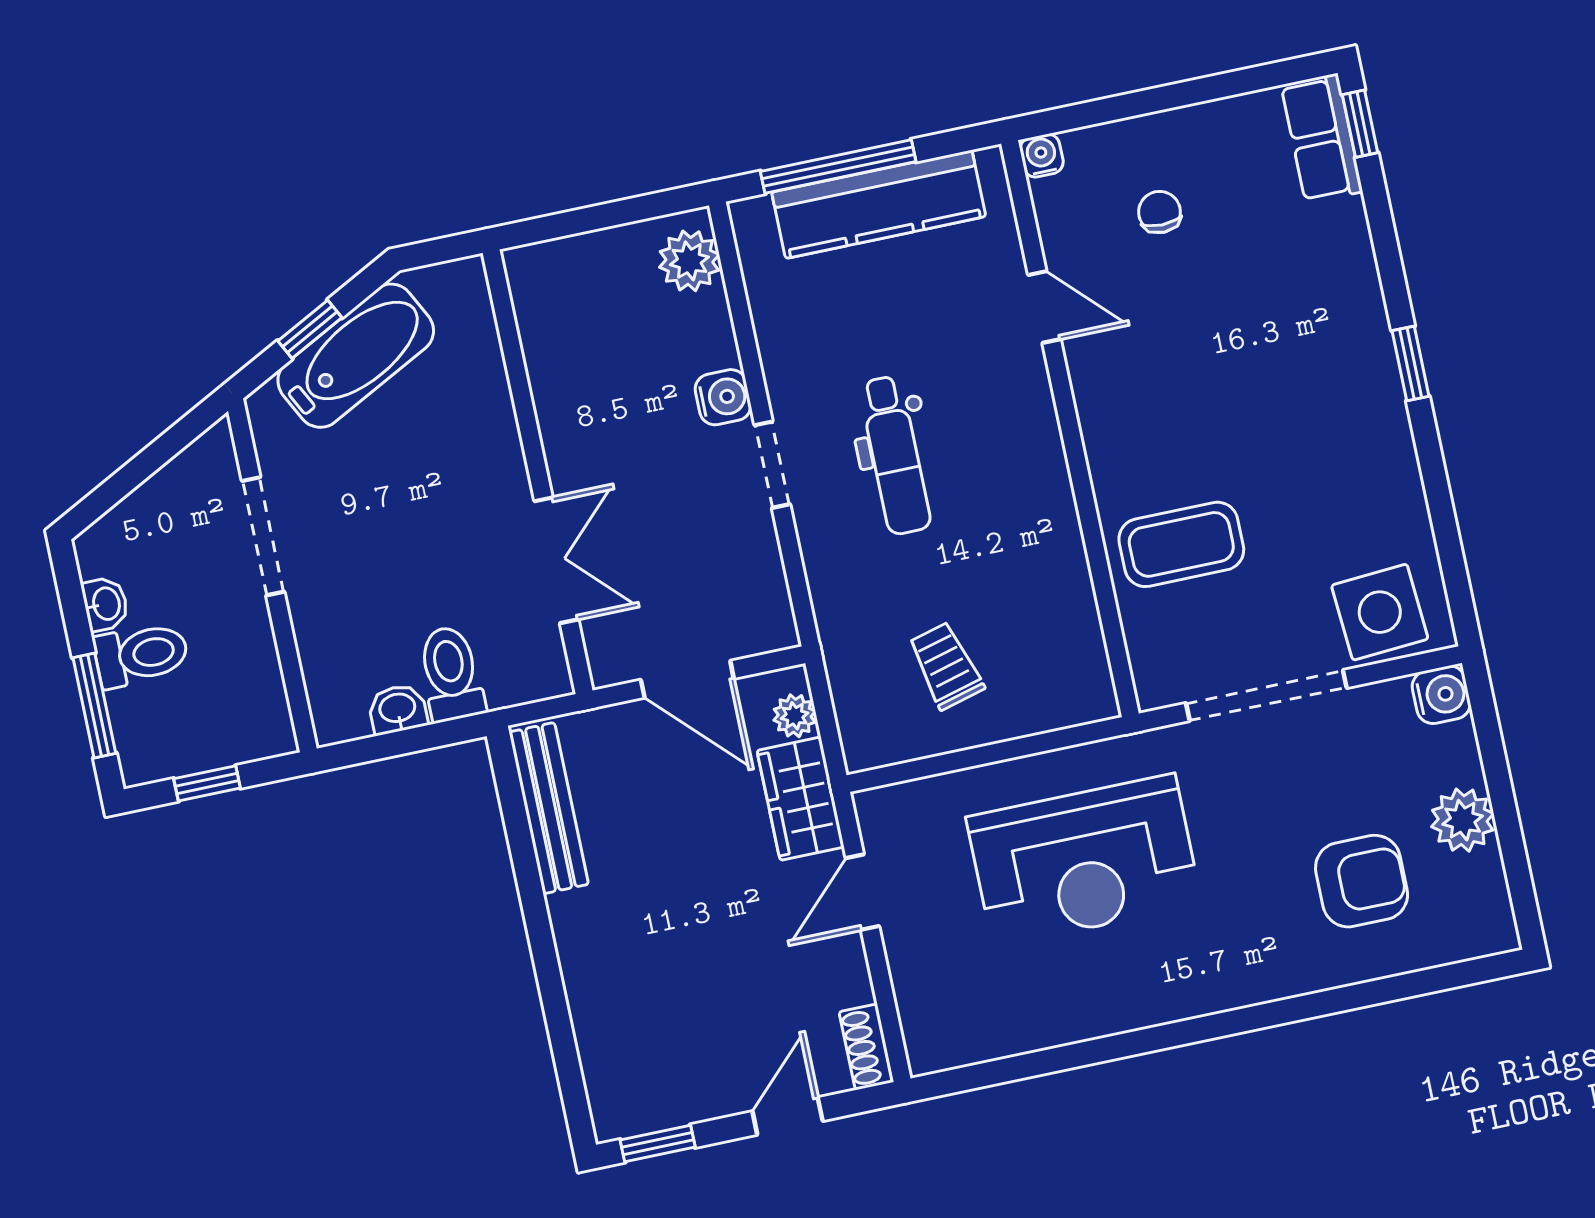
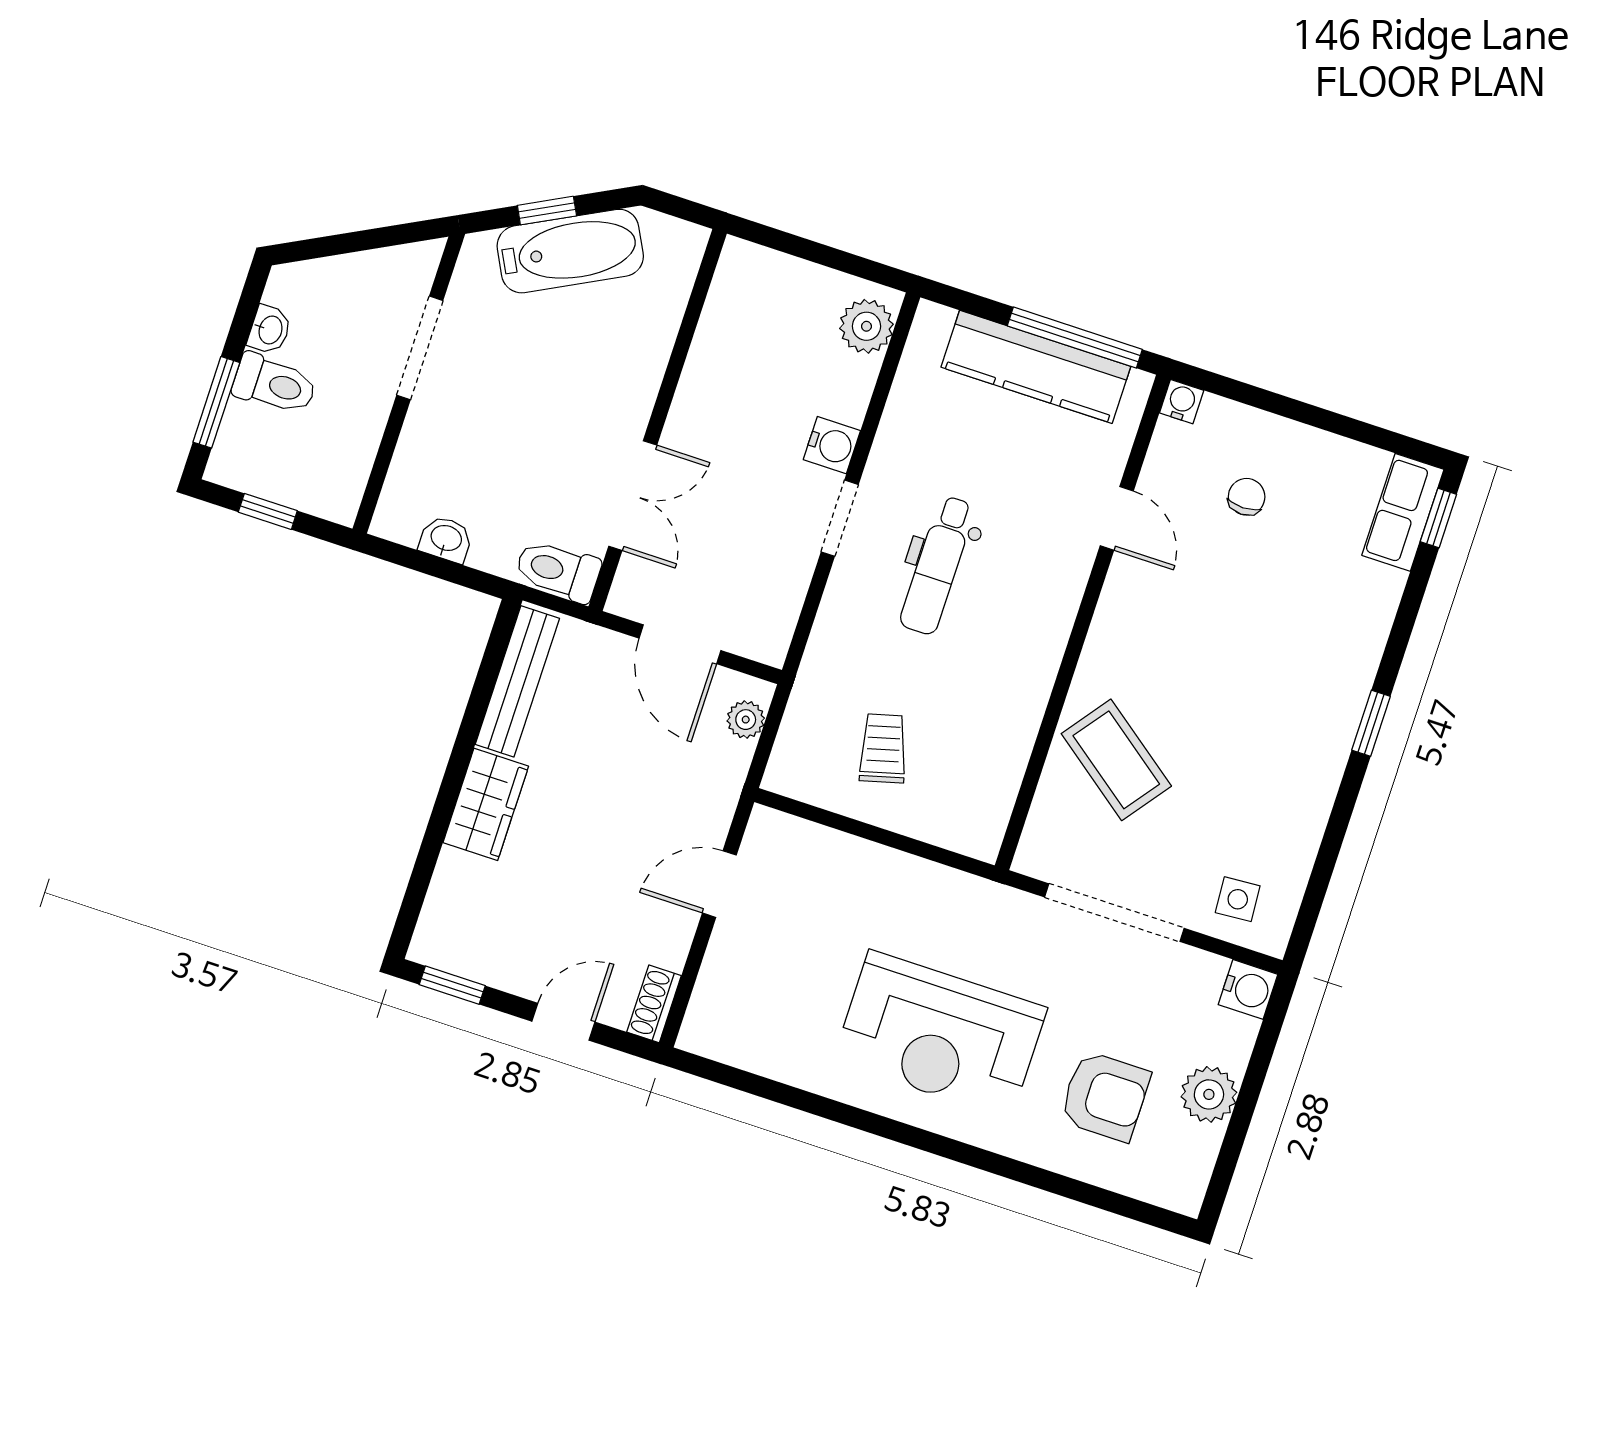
window: (838, 167) -> (1075, 338), moved
coffee table: (1181, 544) -> (1116, 760), turned 37
side table: (1380, 612) -> (1238, 899), width x0.54, depth x0.54
toilet: (451, 674) -> (558, 571), moved, turned -90
wardrobe: (801, 799) -> (486, 804), moved, turned 180
reception desk: (1084, 861) -> (940, 1034), moved

